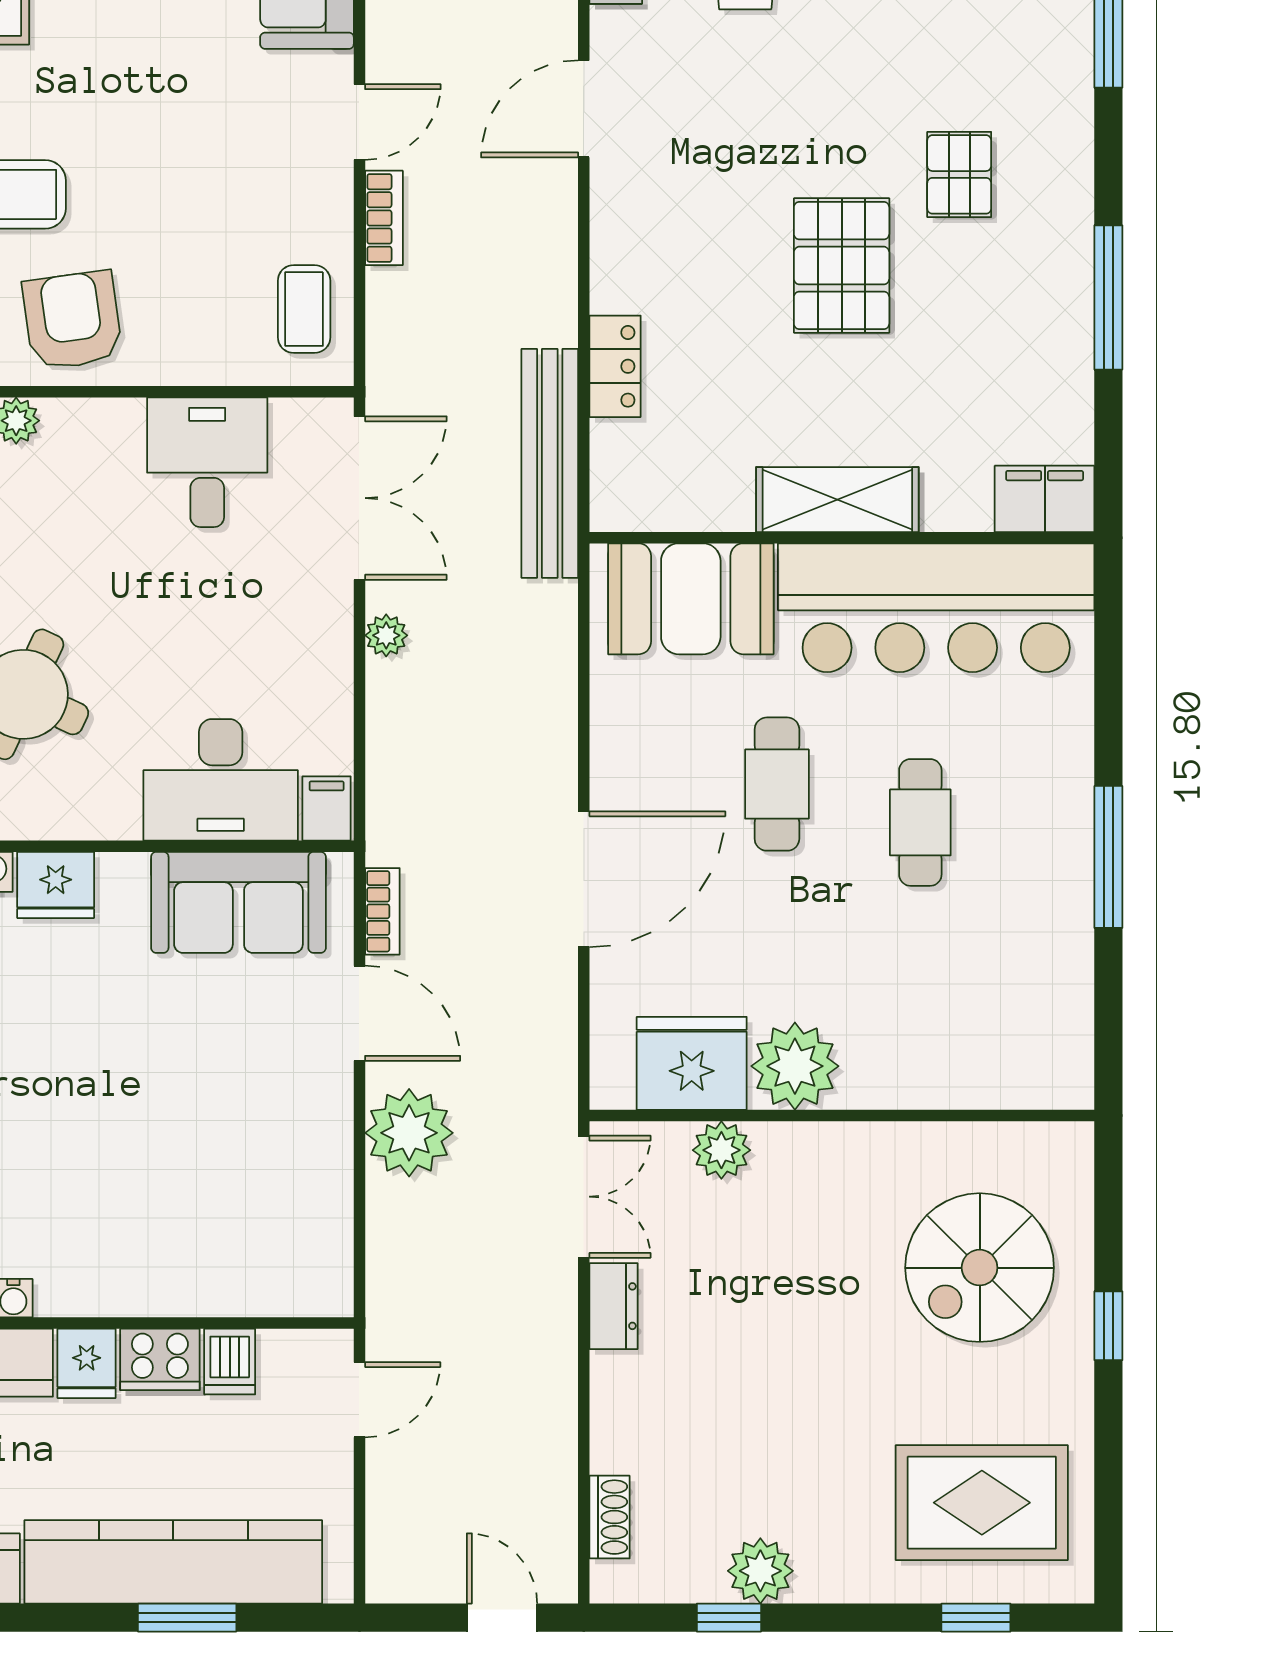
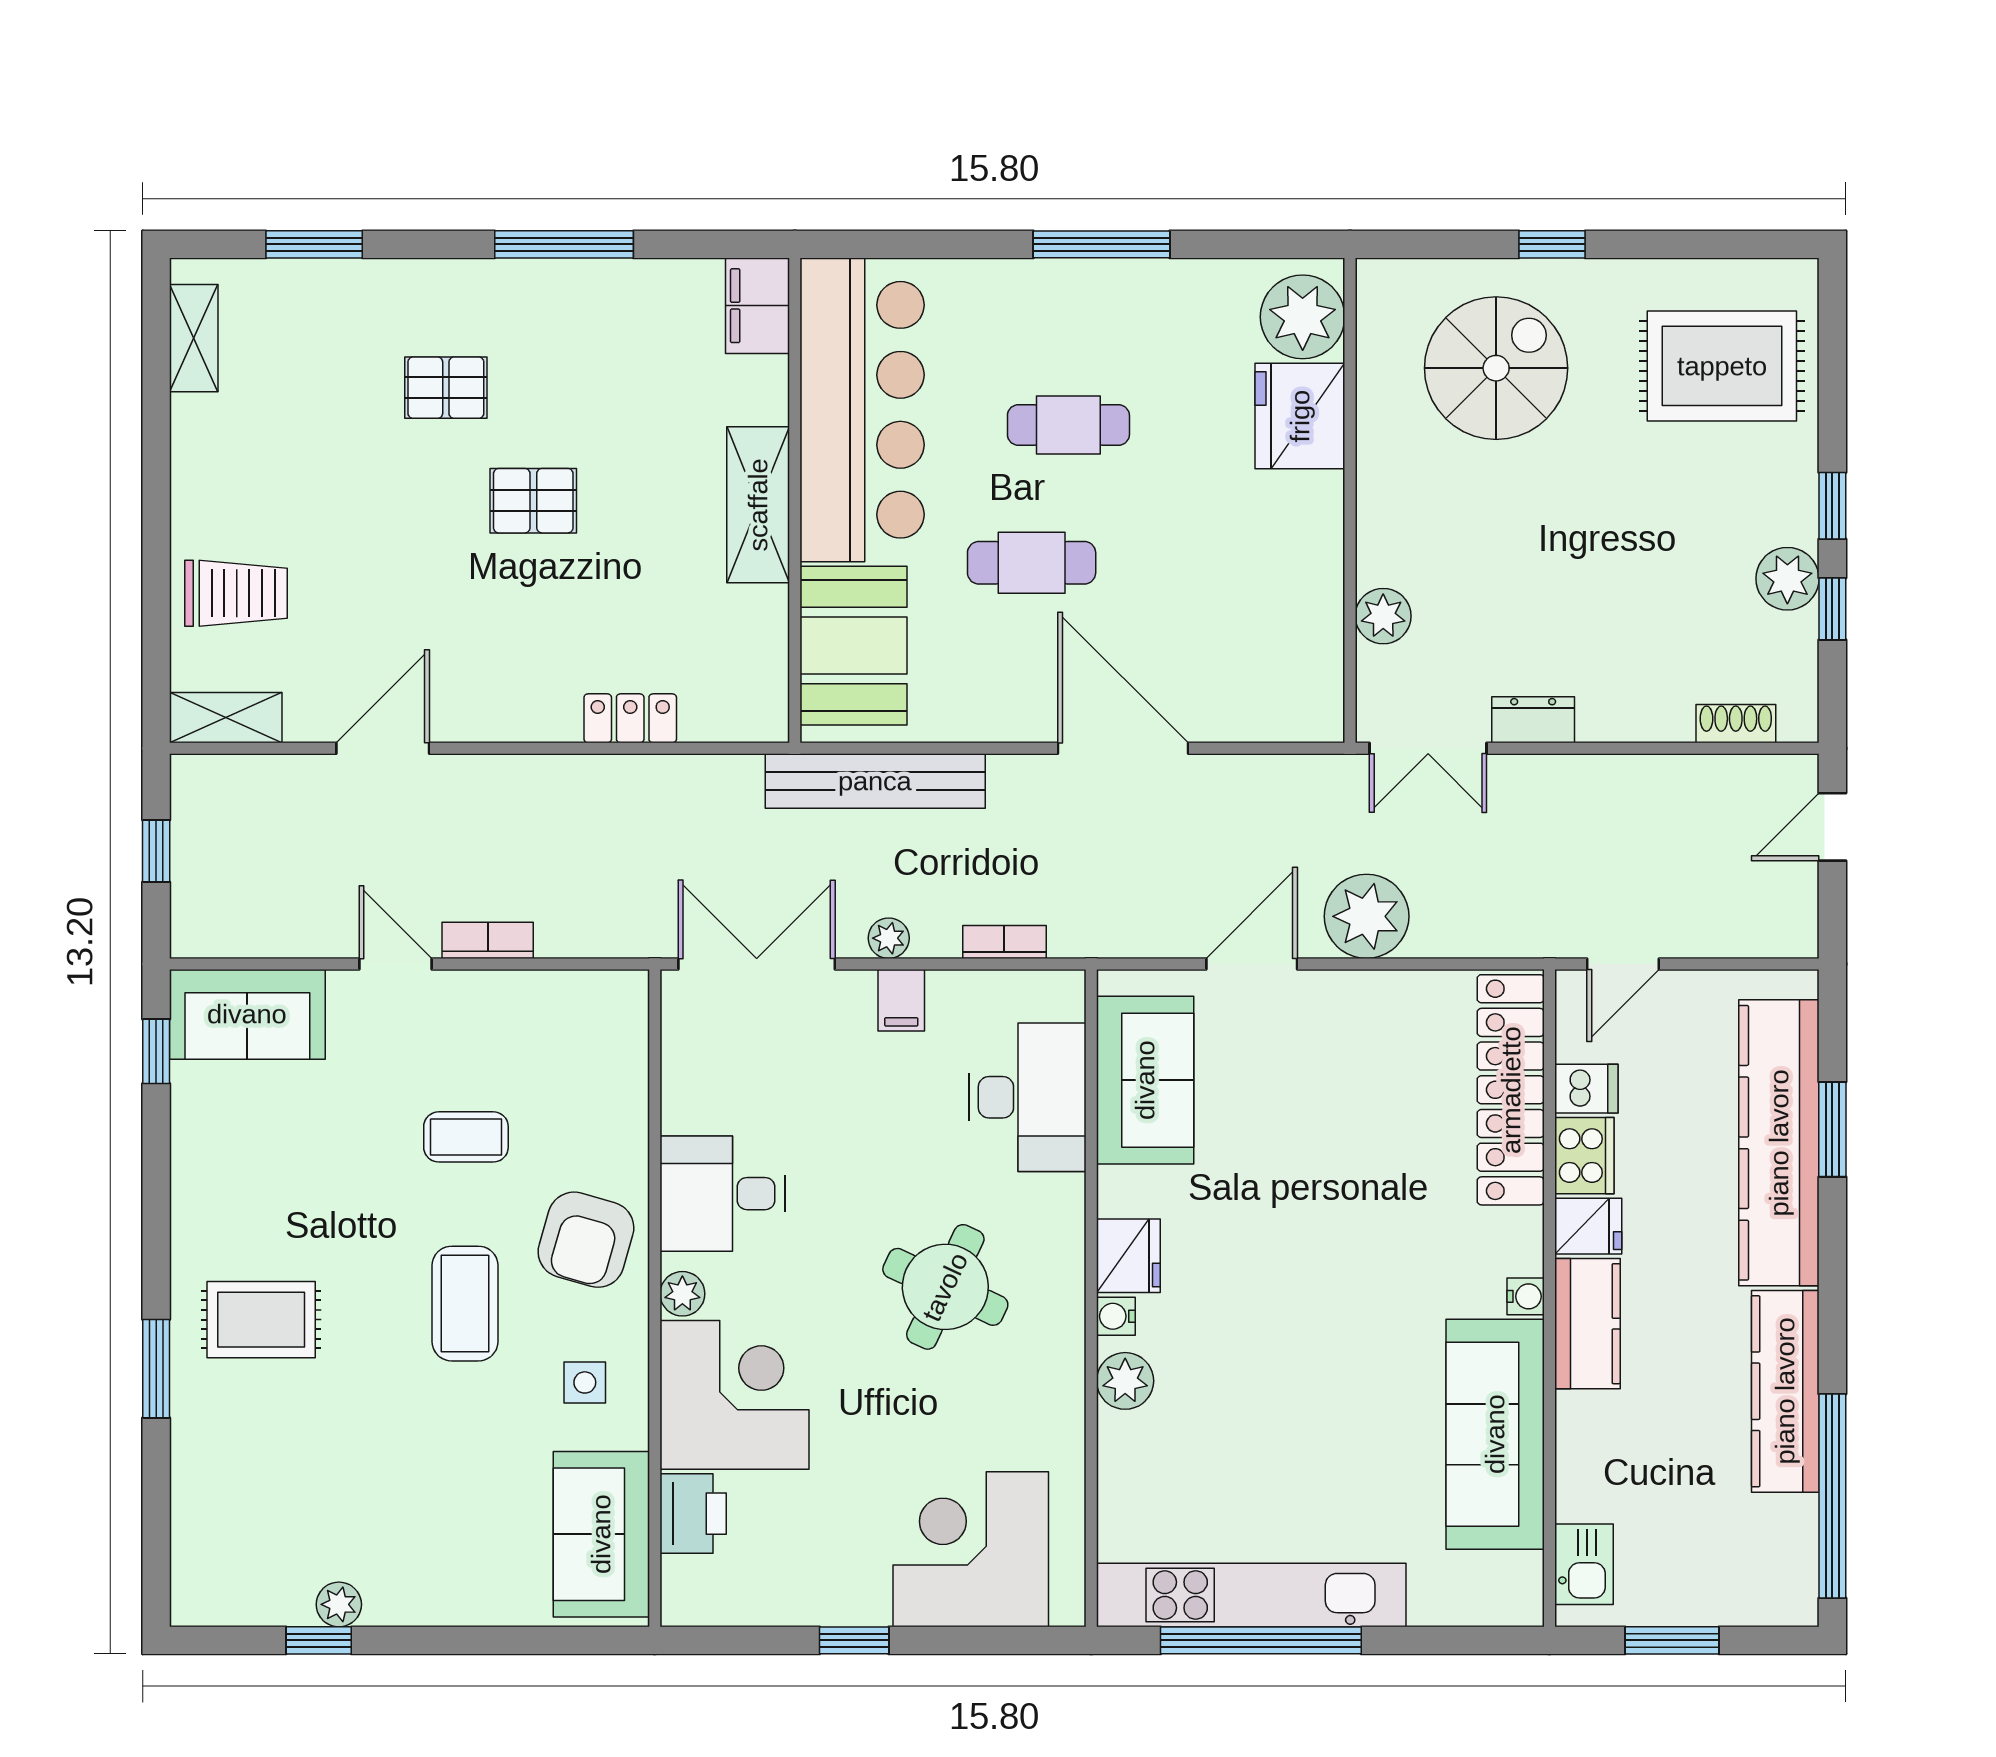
door: (584, 109) -> (383, 748), swing flipped
pallet: (842, 266) -> (533, 501), width x0.67, depth x0.71
coffee table: (304, 309) -> (466, 1137), moved
armchair: (72, 320) -> (586, 1240), turned -66
desk: (207, 462) -> (722, 1194), moved
bench: (550, 463) -> (875, 781), moved
filing cabinet: (327, 808) -> (901, 1000), moved, turned -90
bookcase: (382, 911) -> (1004, 942), moved
fridge: (692, 1063) -> (1300, 416), moved
plant: (795, 1066) -> (1303, 317), moved
double door: (584, 1197) -> (1428, 748), swing flipped
spiral stairs: (980, 1268) -> (1496, 368), turned -90
locker: (228, 1283) -> (1511, 1090), added
door: (359, 1400) -> (1623, 964), swing flipped
rug: (982, 1503) -> (1722, 366), turned 90
window: (976, 1618) -> (1832, 506), moved

